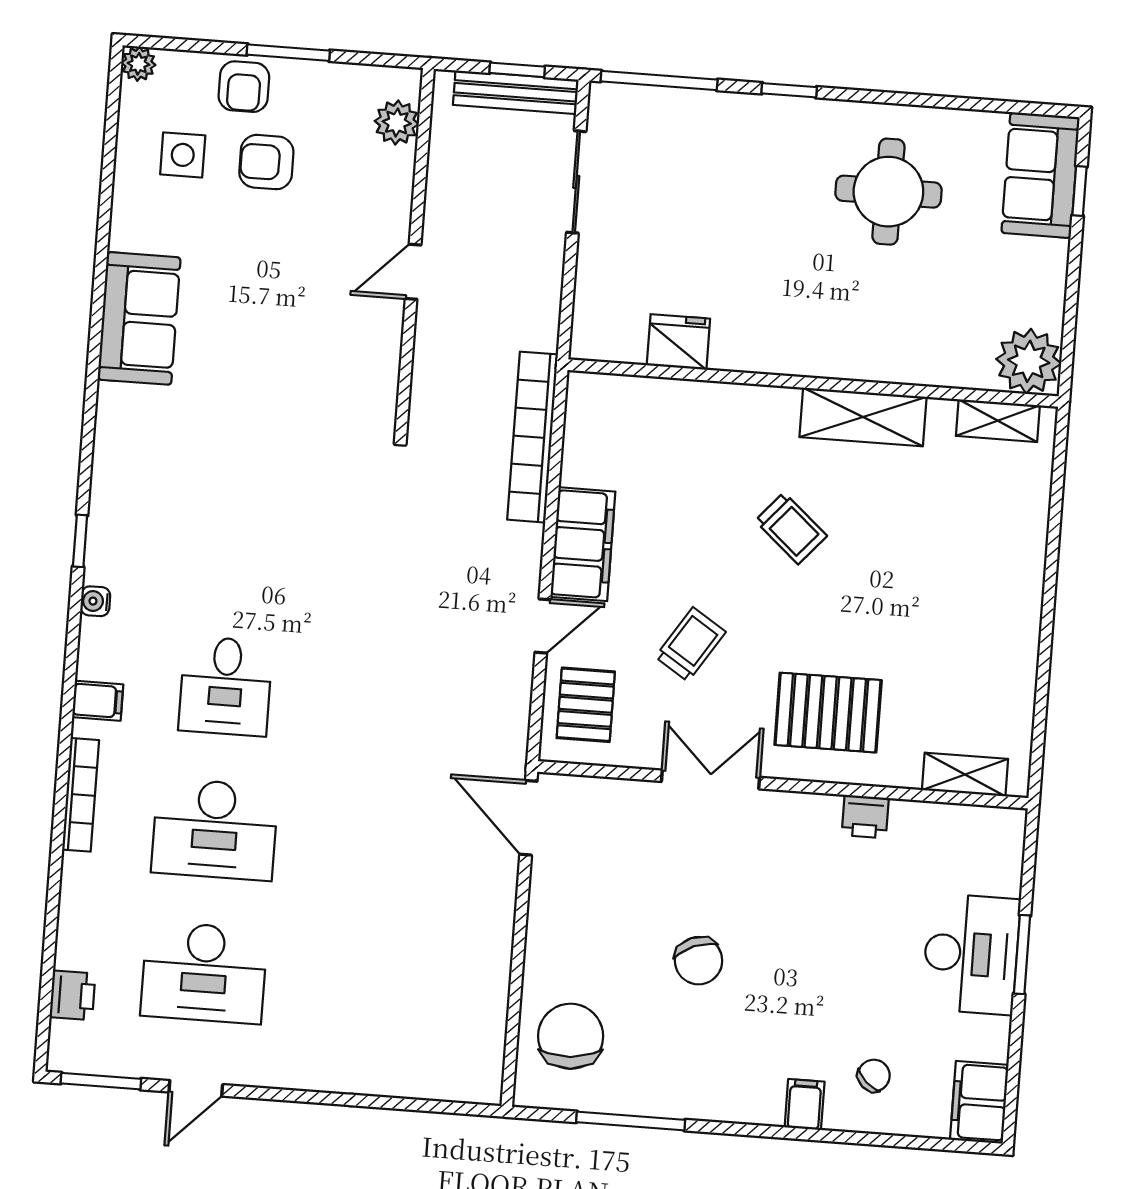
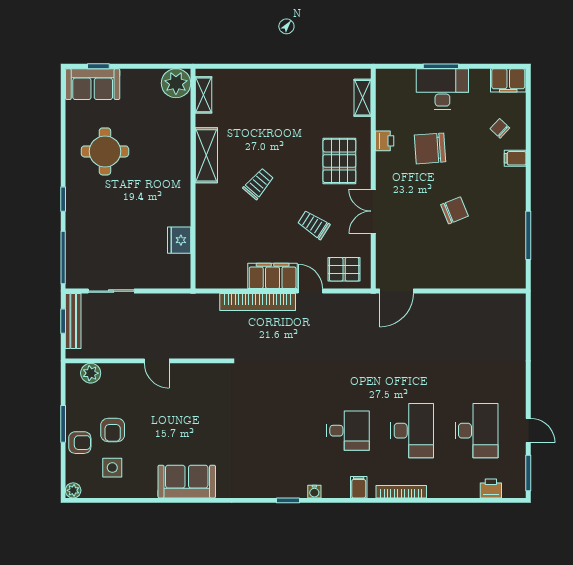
bookcase: (533, 437) -> (258, 302), moved
chair: (571, 1036) -> (430, 148), moved

